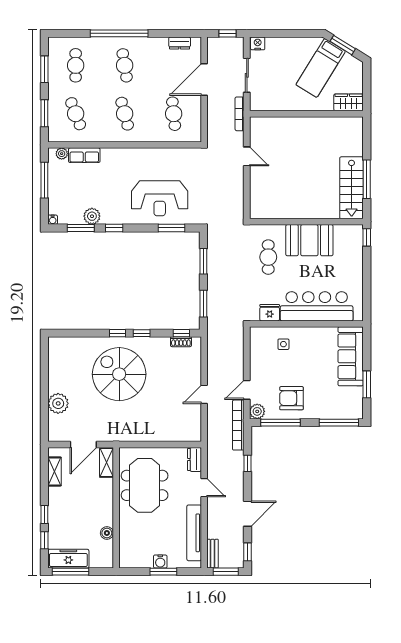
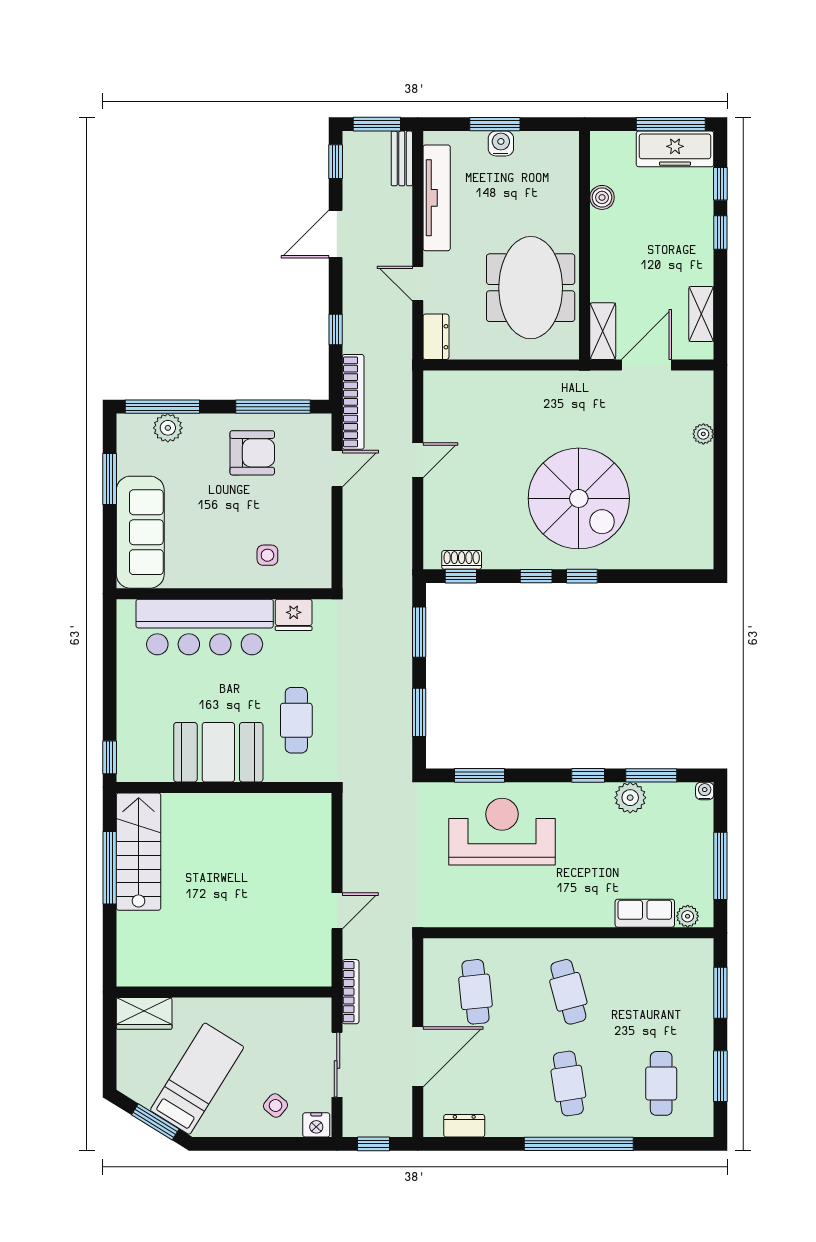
side table: (279, 54) -> (276, 1105), added
cafe table: (76, 114) -> (661, 992), removed
door: (247, 156) -> (337, 911), swing flipped
plant: (58, 403) -> (703, 434), width x0.53, depth x0.53
plant: (257, 411) -> (168, 428), moved

